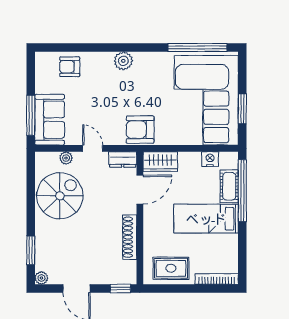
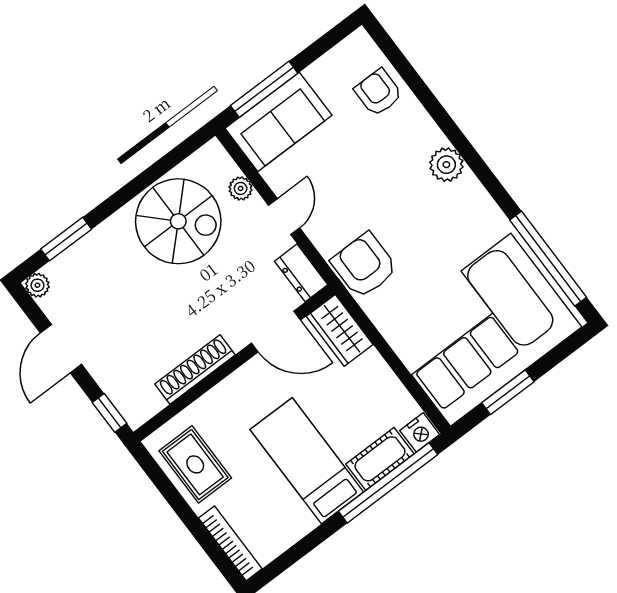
nightstand: (210, 159) -> (420, 432), moved, turned 90

